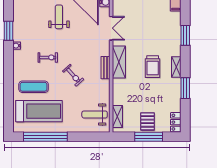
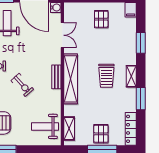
pallet: (148, 13) -> (101, 19), added
shelving: (119, 62) -> (71, 79), width x1.47
locker: (176, 122) -> (131, 129), width x1.53

